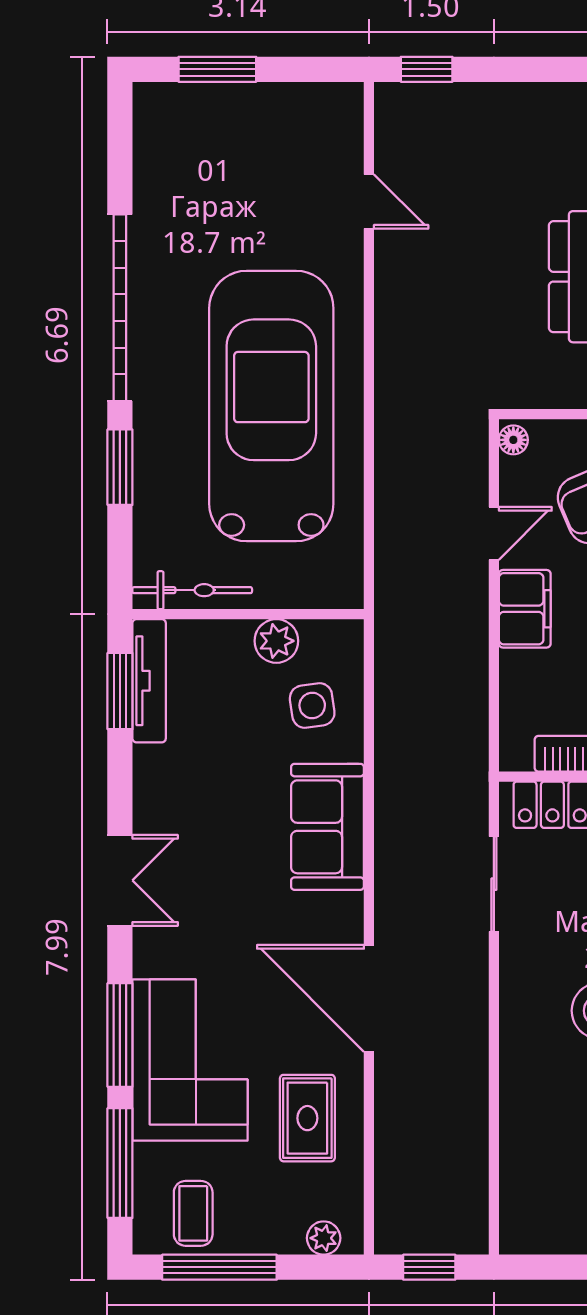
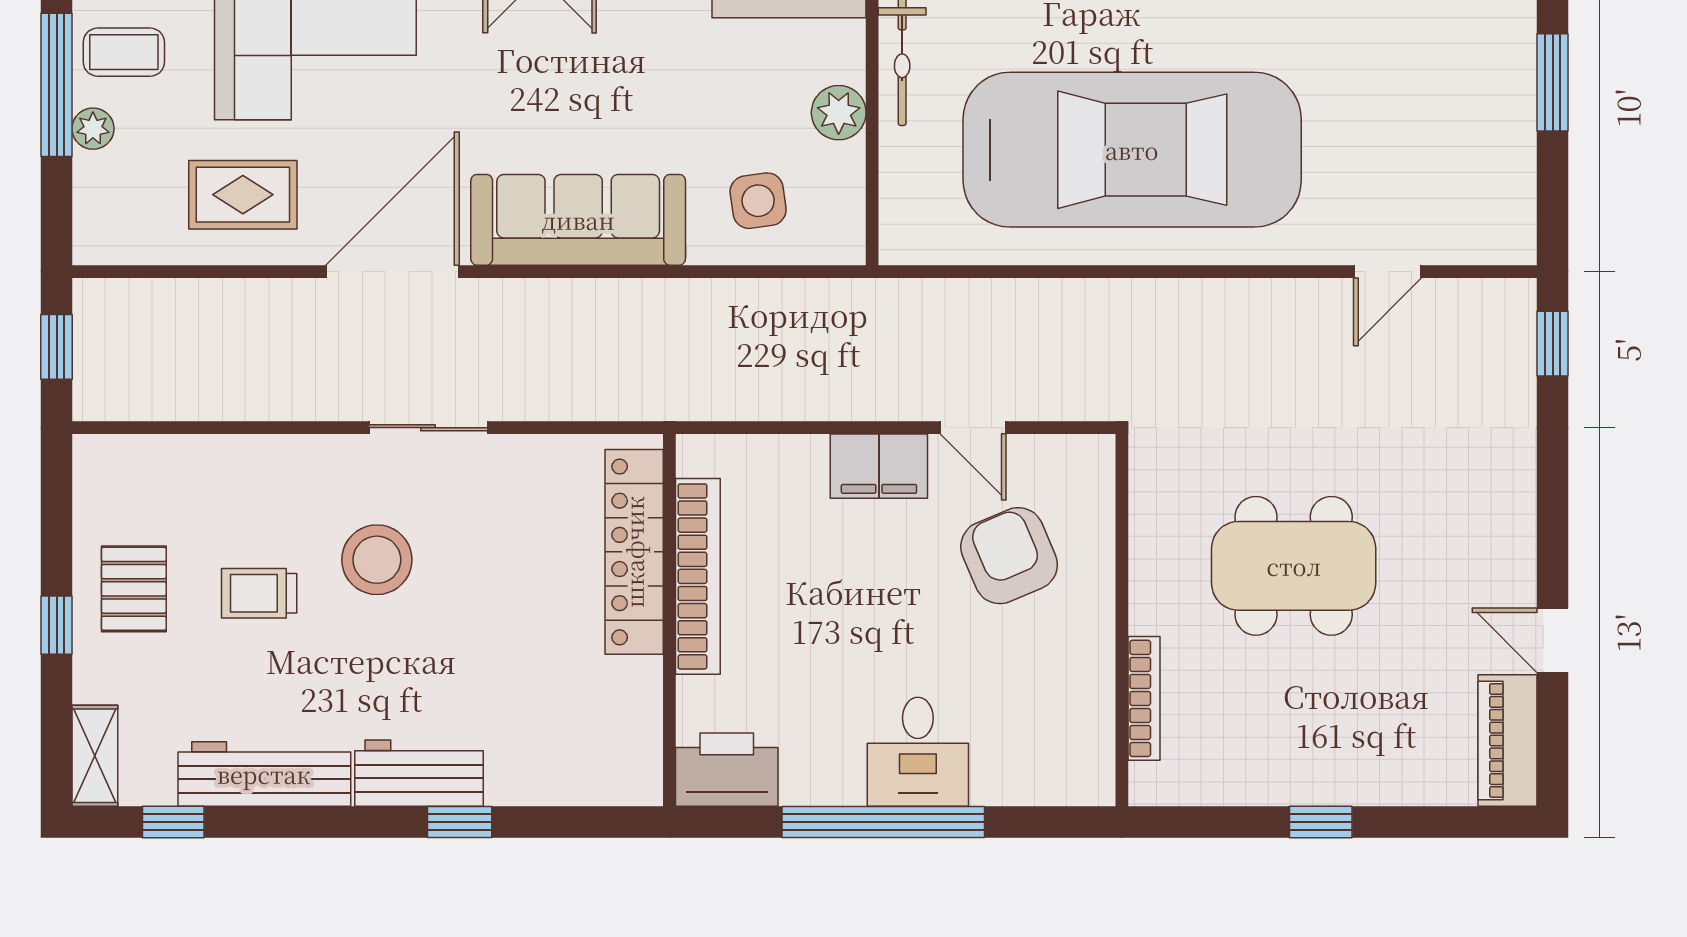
floor lamp: (513, 440) -> (1090, 452), removed
plant: (276, 641) -> (839, 113), moved
sofa: (327, 827) -> (578, 220), width x1.36
sliding door: (494, 884) -> (428, 428), moved
plant: (324, 1238) -> (93, 129), moved

